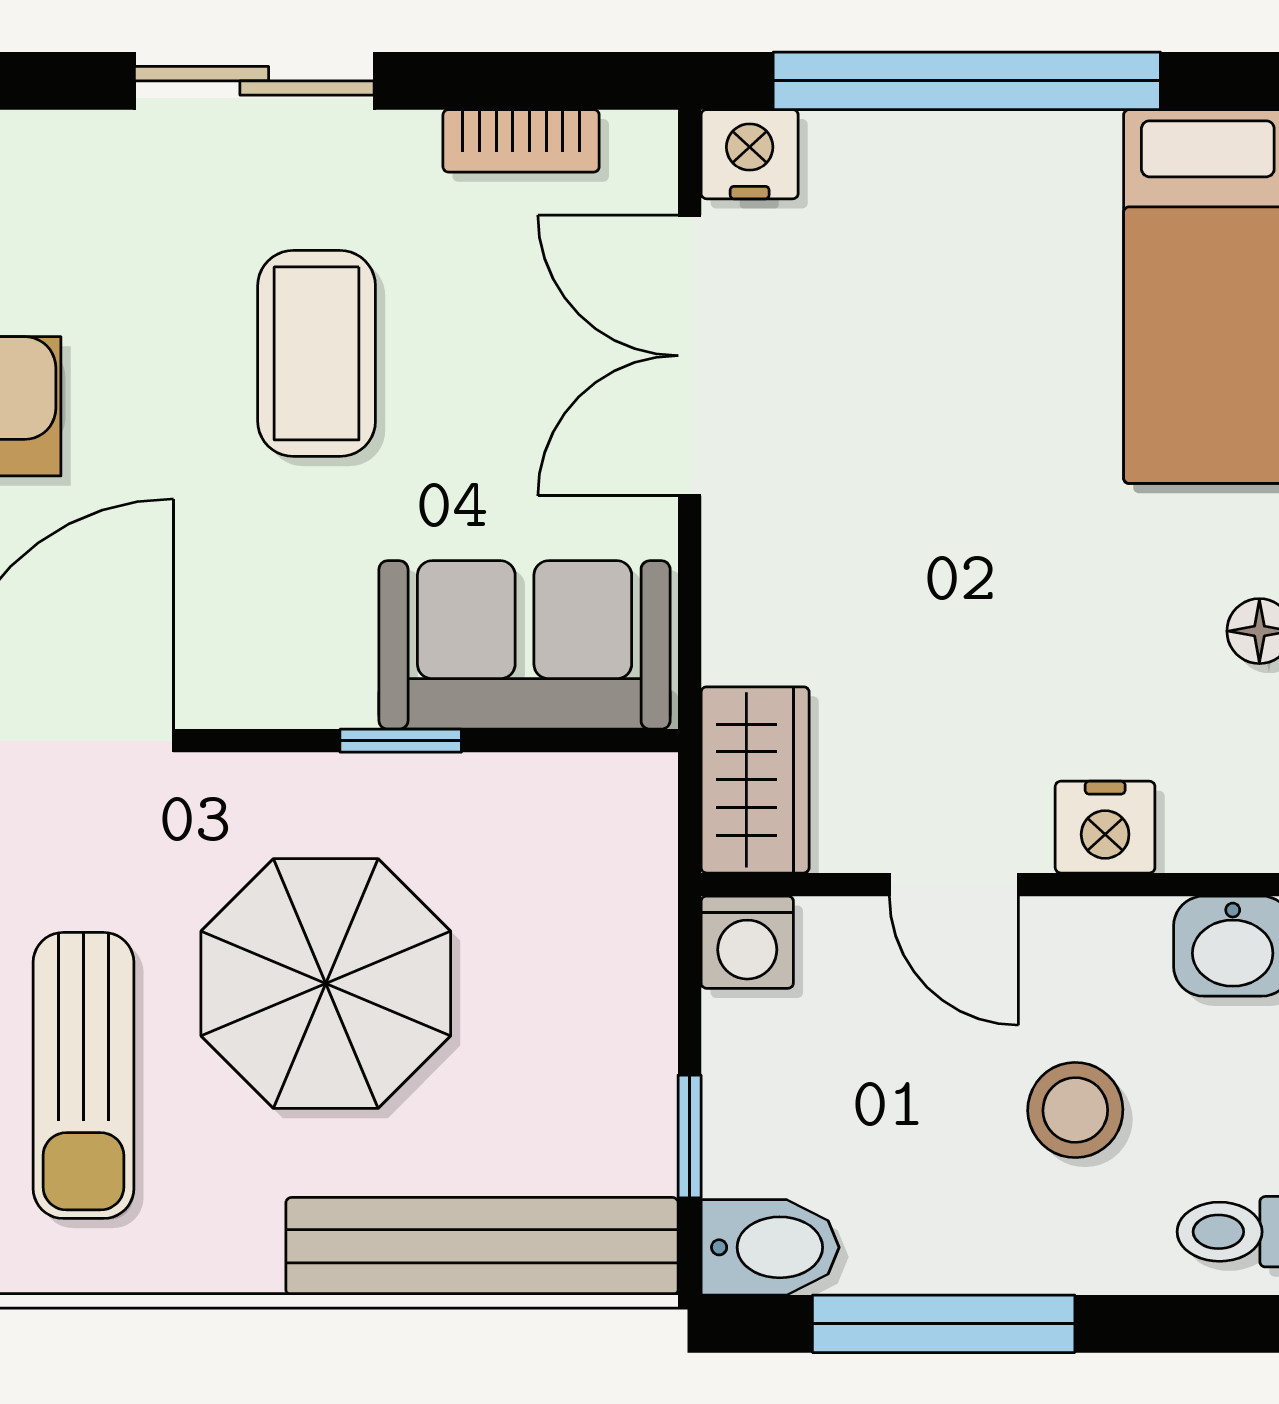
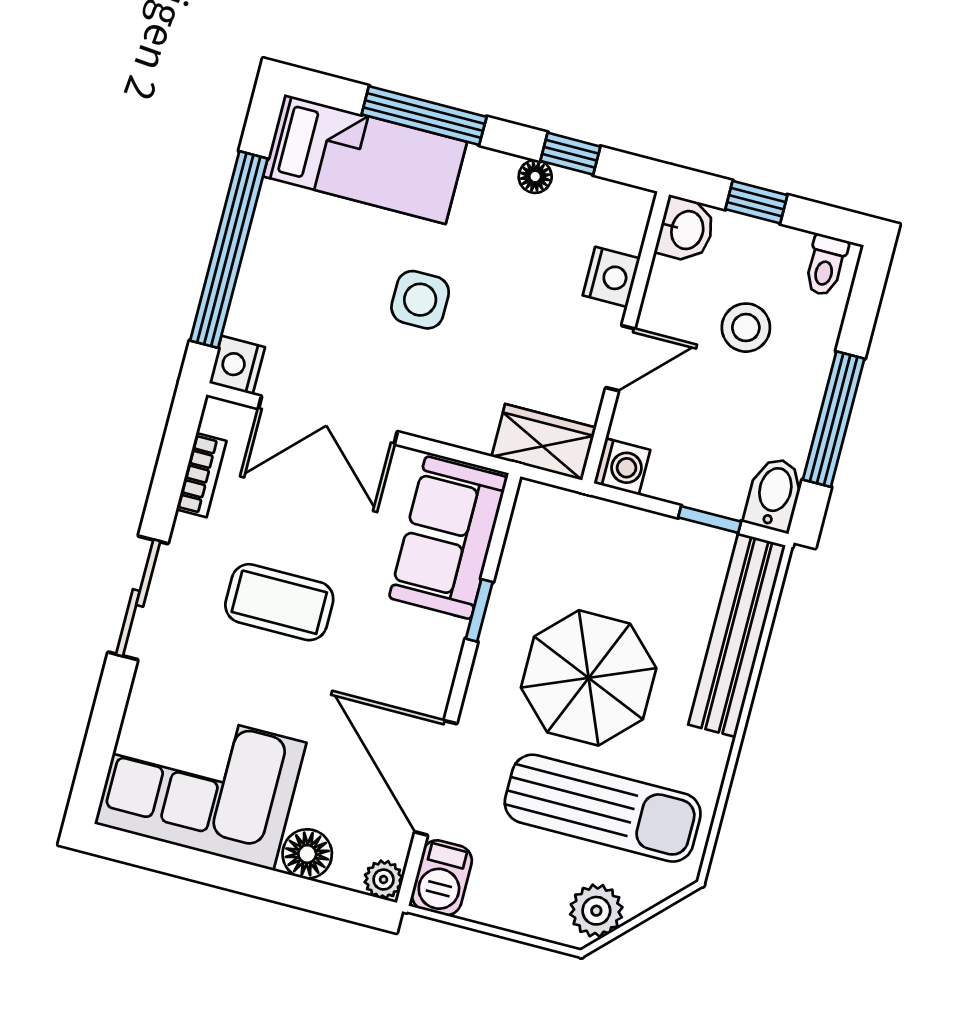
side table: (966, 472) -> (420, 300), added
sun lounger: (83, 1075) -> (603, 808), width x1.36, depth x1.34

